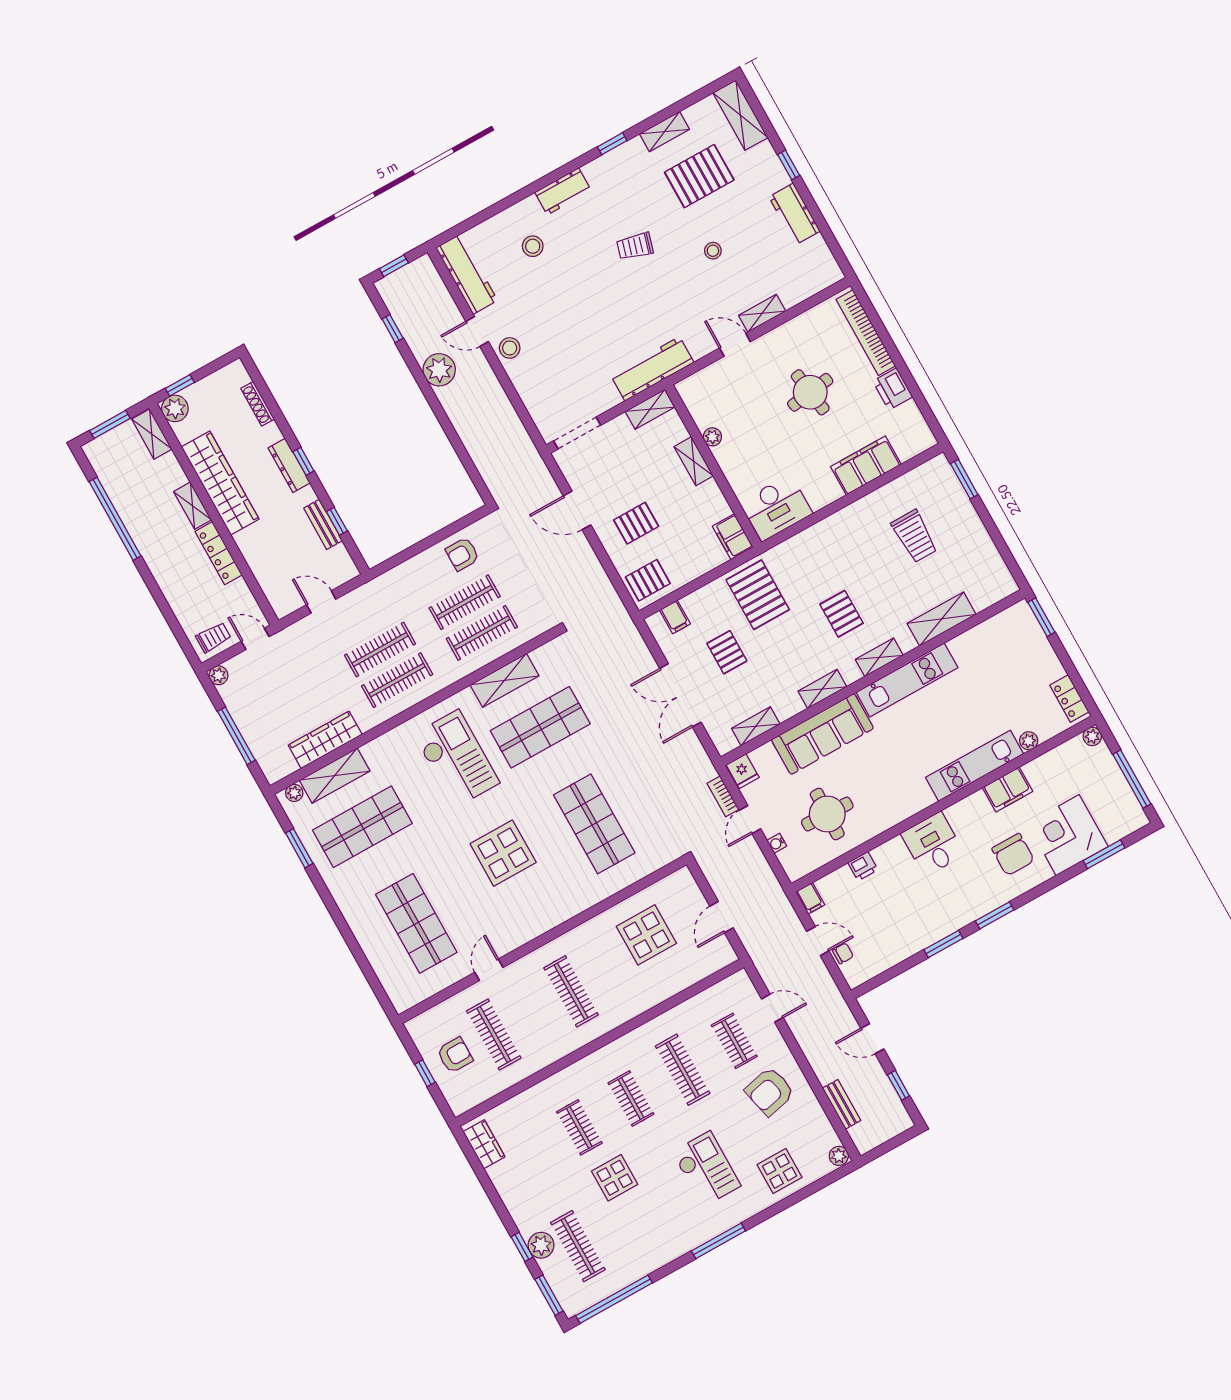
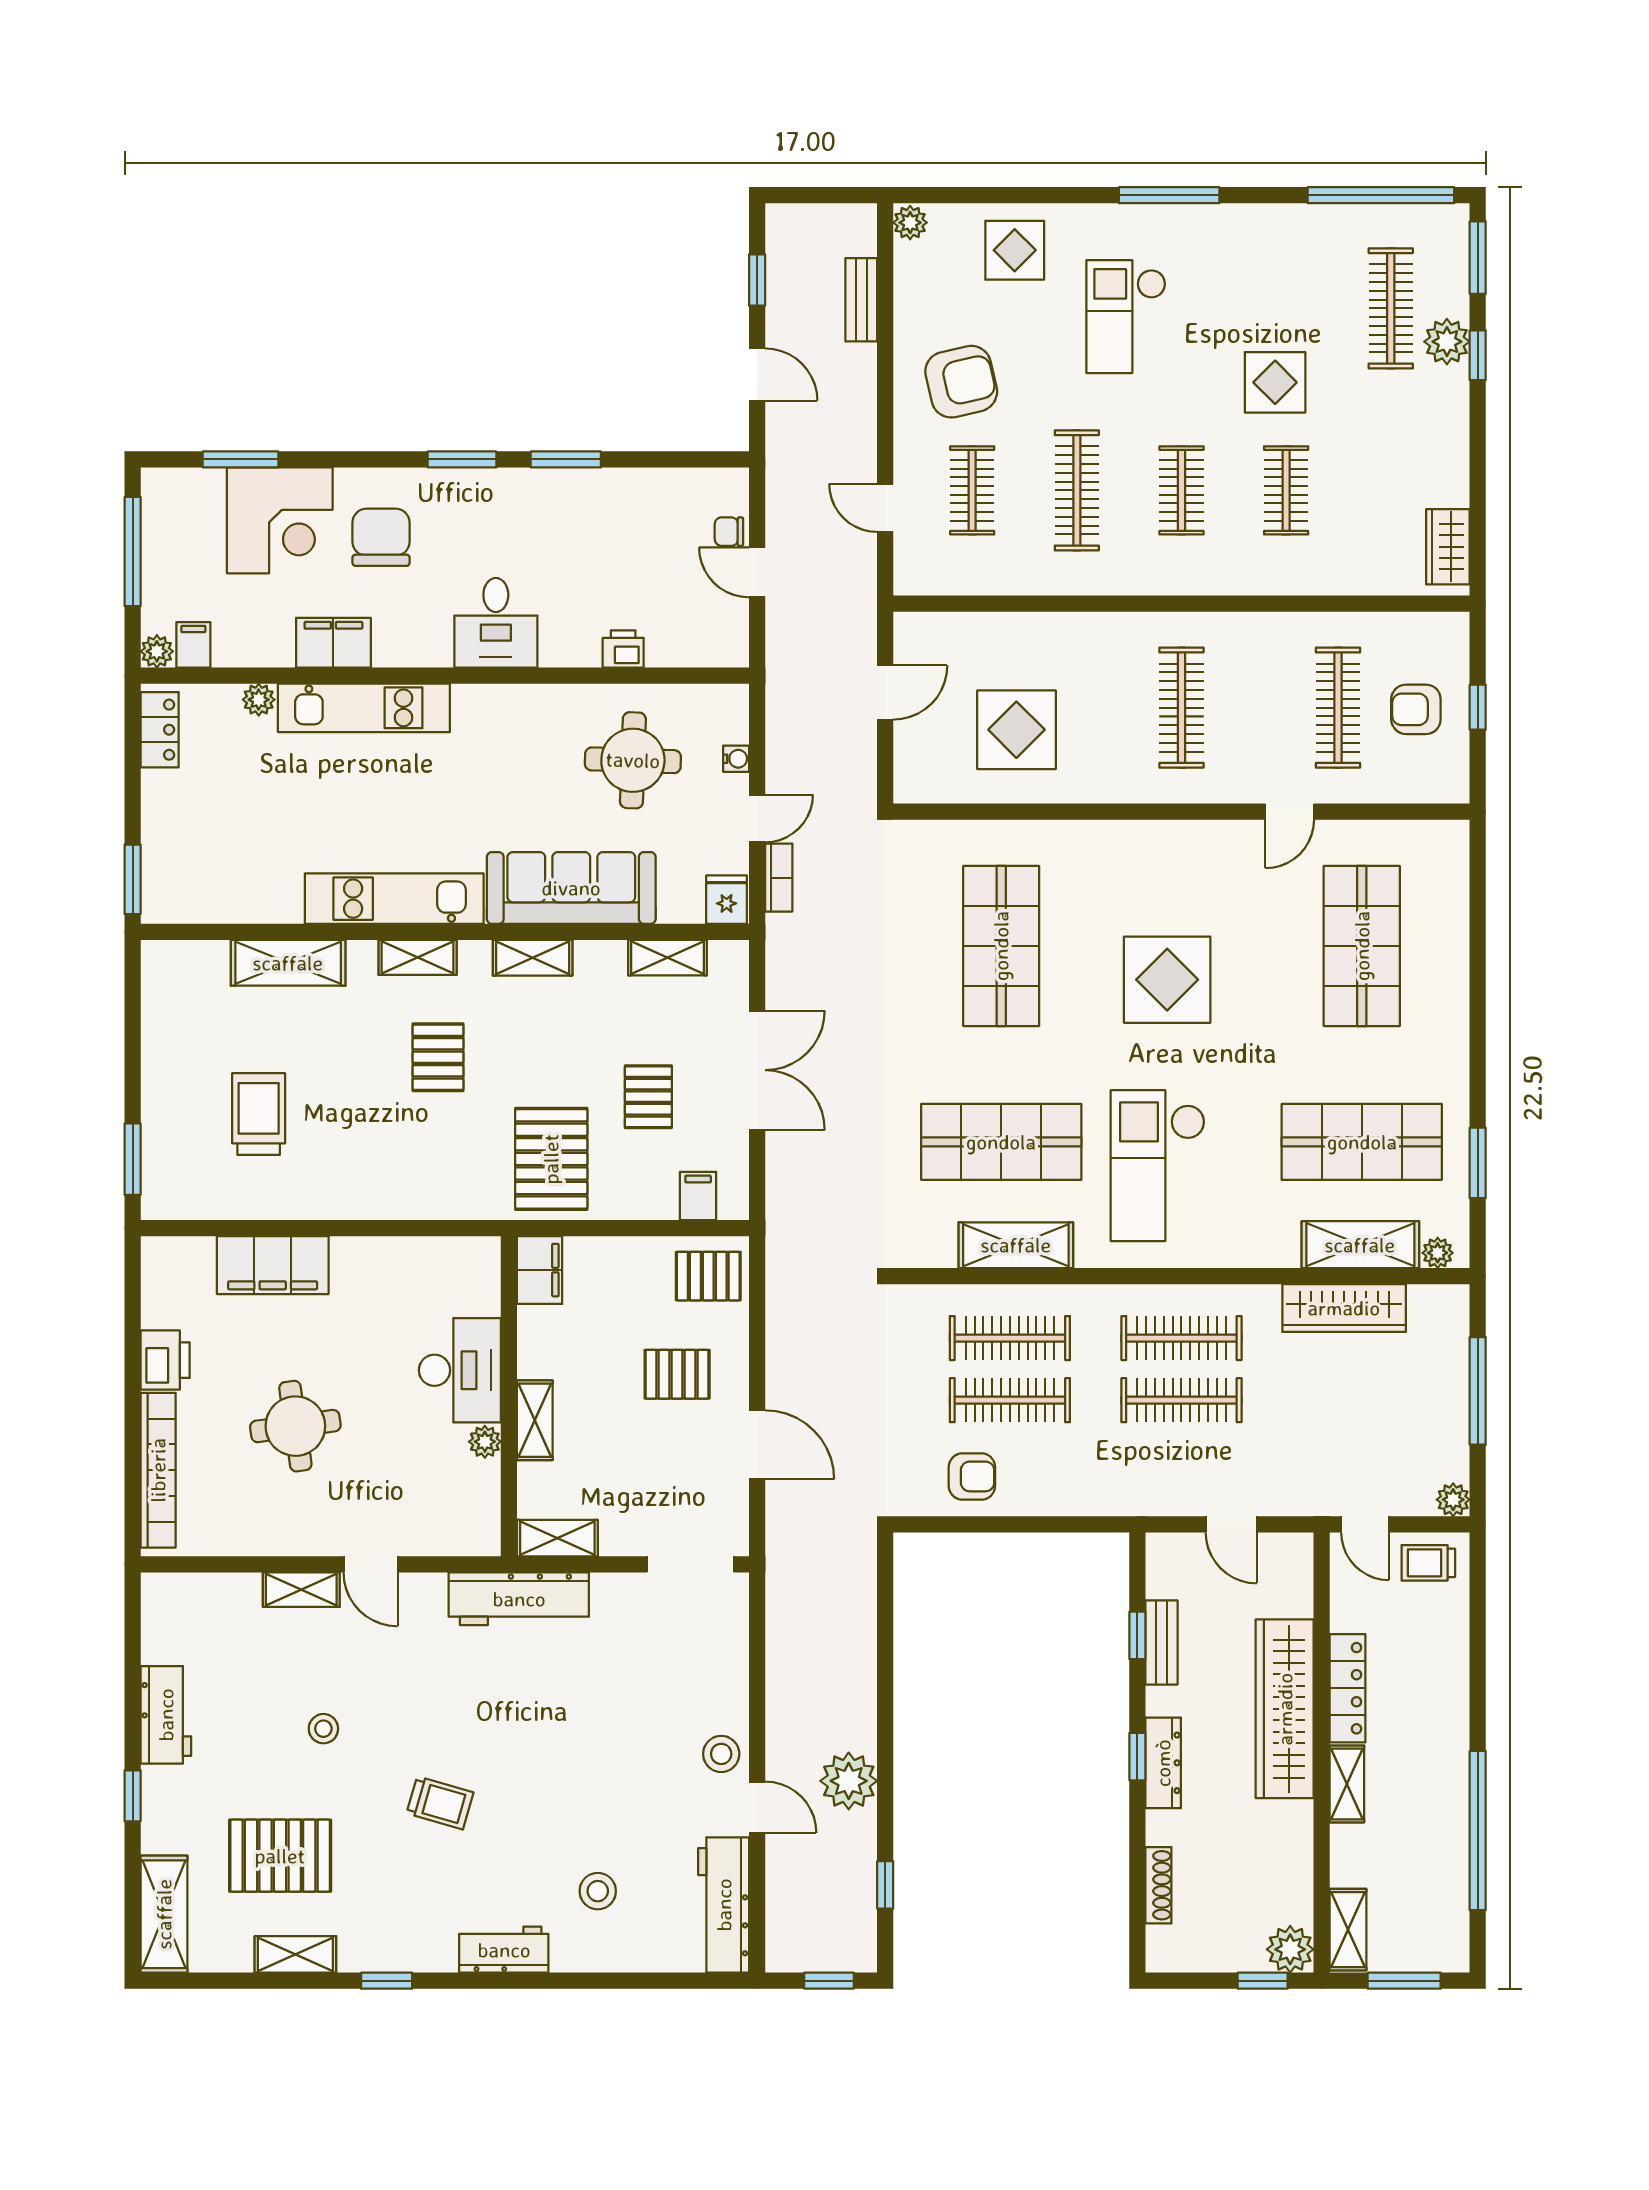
wardrobe: (220, 483) -> (1285, 1709), moved
desk: (776, 508) -> (460, 1370), moved, turned 90
filing cabinet: (810, 898) -> (193, 645), moved

